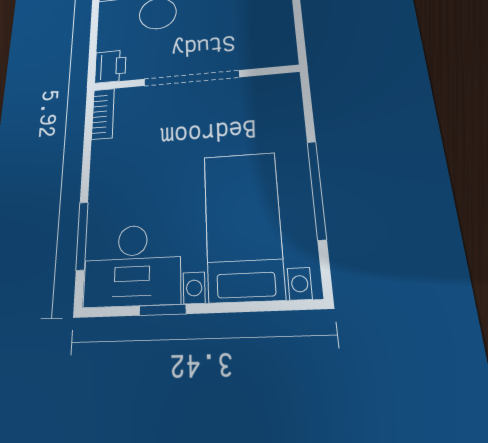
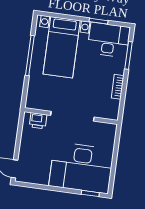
printer: (110, 66) -> (38, 121), moved, turned -90
bookcase: (103, 114) -> (118, 87), moved

